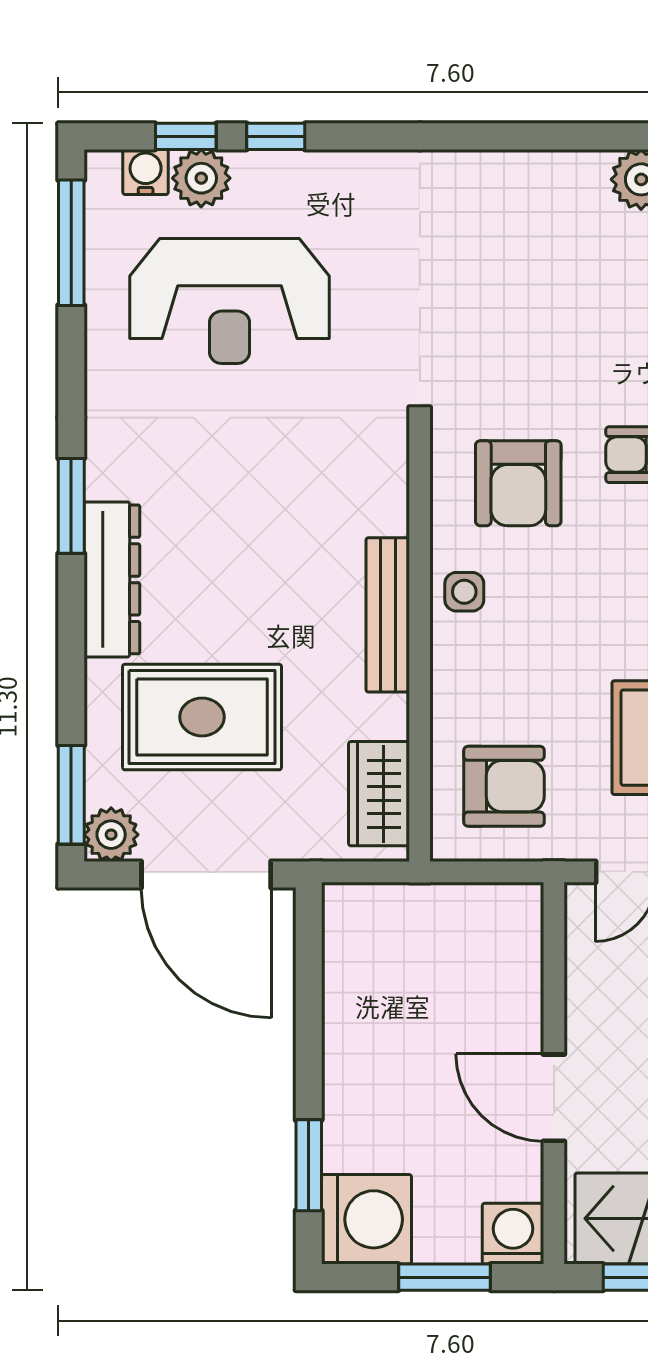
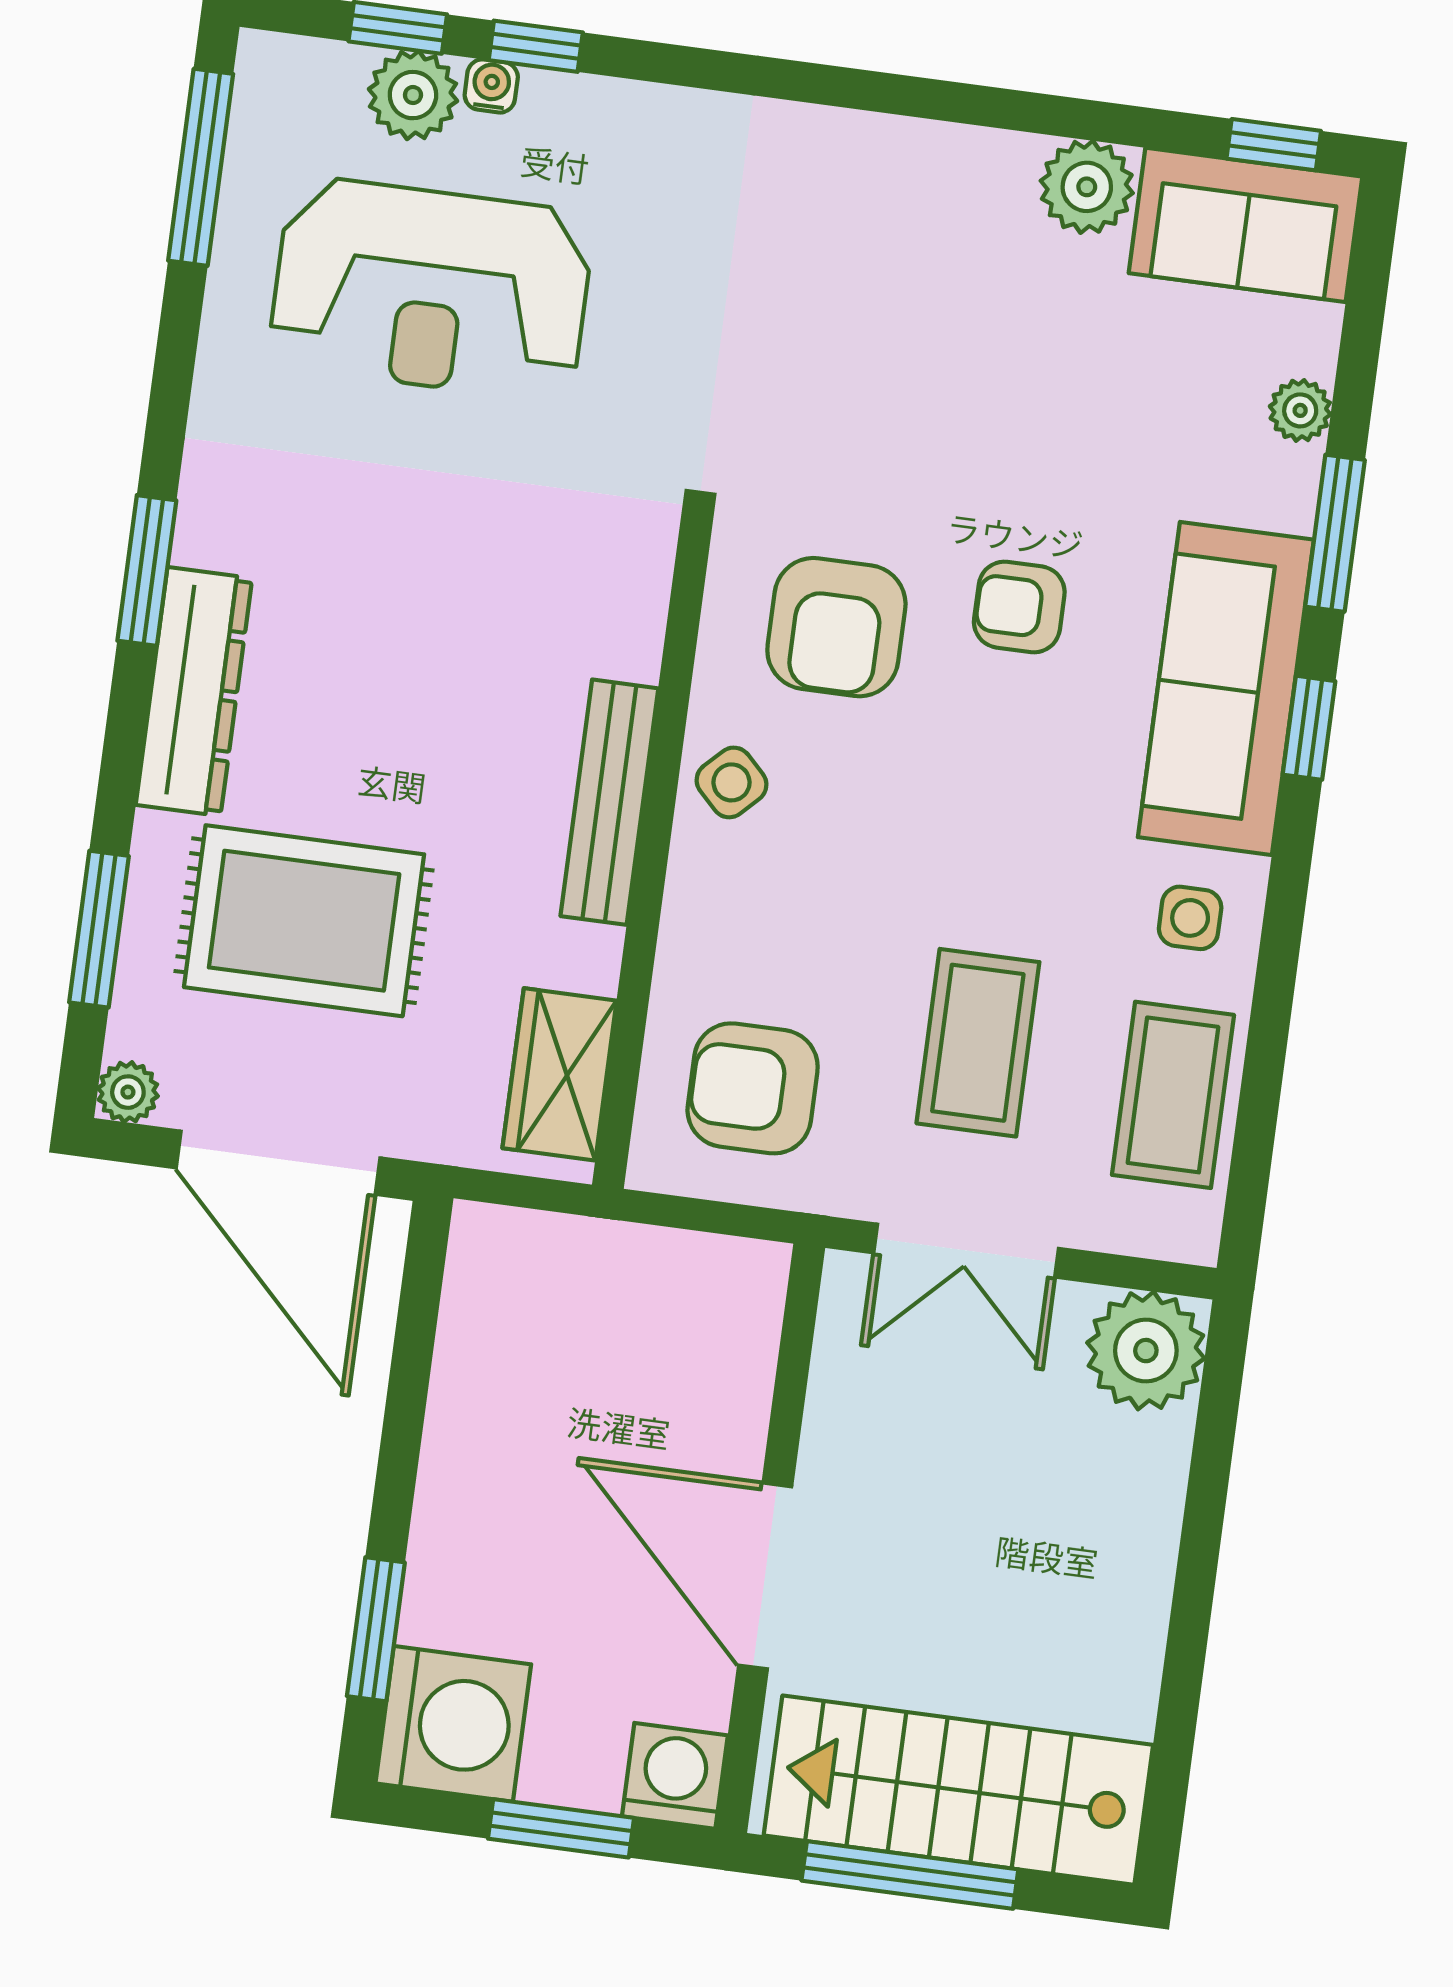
water cooler: (146, 172) -> (491, 86), moved, width x0.72, depth x0.72
side table: (464, 592) -> (732, 782), turned 45
armchair: (504, 786) -> (753, 1088), turned 180
window: (71, 795) -> (99, 929), moved
plant: (111, 835) -> (128, 1092), width x0.73, depth x0.73
door: (554, 1098) -> (765, 1576), width x1.36

